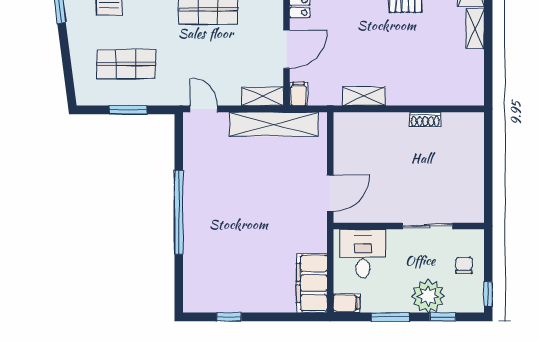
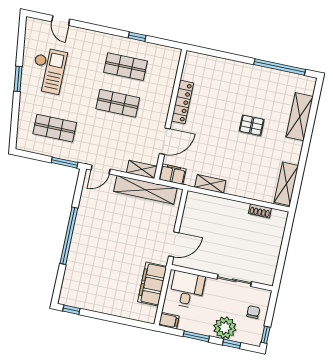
shelving: (475, 29) -> (286, 184), moved, width x1.50, depth x1.33
filing cabinet: (298, 94) -> (172, 174), width x2.00
door: (204, 109) -> (101, 169), swing flipped
window: (128, 110) -> (65, 163), moved
shoe rack: (425, 120) -> (260, 211), moved
filing cabinet: (312, 283) -> (152, 284), moved
window: (229, 317) -> (71, 310), moved

